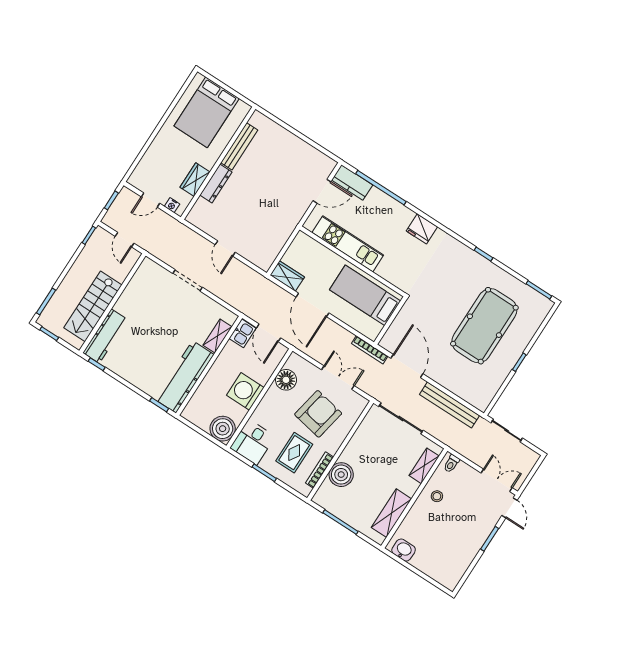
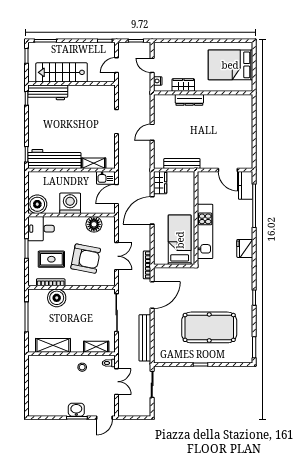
bench: (239, 146) -> (182, 164), moved
kitchen unit: (348, 244) -> (205, 231), moved
double door: (497, 480) -> (117, 382), moved
washbasin: (404, 550) -> (76, 410), moved, turned -90

